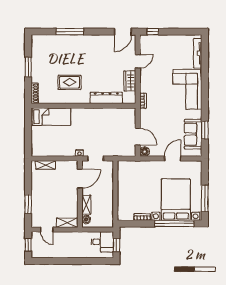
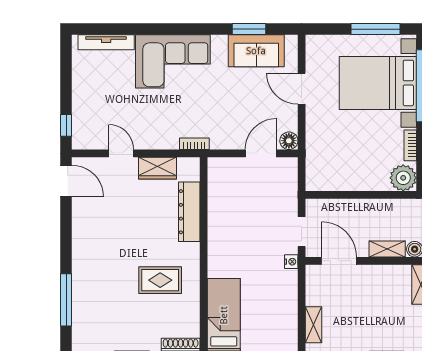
window: (70, 32) -> (66, 300), moved
rug: (69, 82) -> (160, 280), turned 90
plant: (125, 213) -> (403, 178), added

